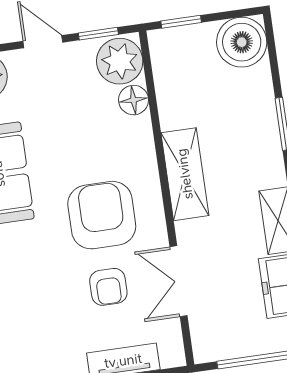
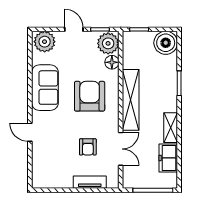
shelving: (185, 174) -> (131, 100), width x1.47
armchair: (102, 215) -> (90, 96), moved
double door: (179, 281) -> (121, 149), swing flipped

